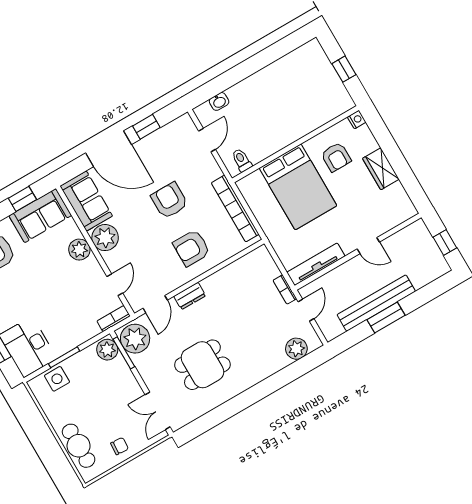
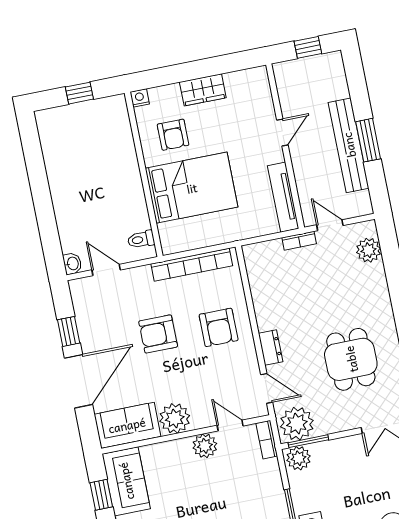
washbasin: (219, 101) -> (72, 264), moved
armchair: (336, 157) -> (173, 135), turned 90
plant: (79, 250) -> (205, 446), moved

